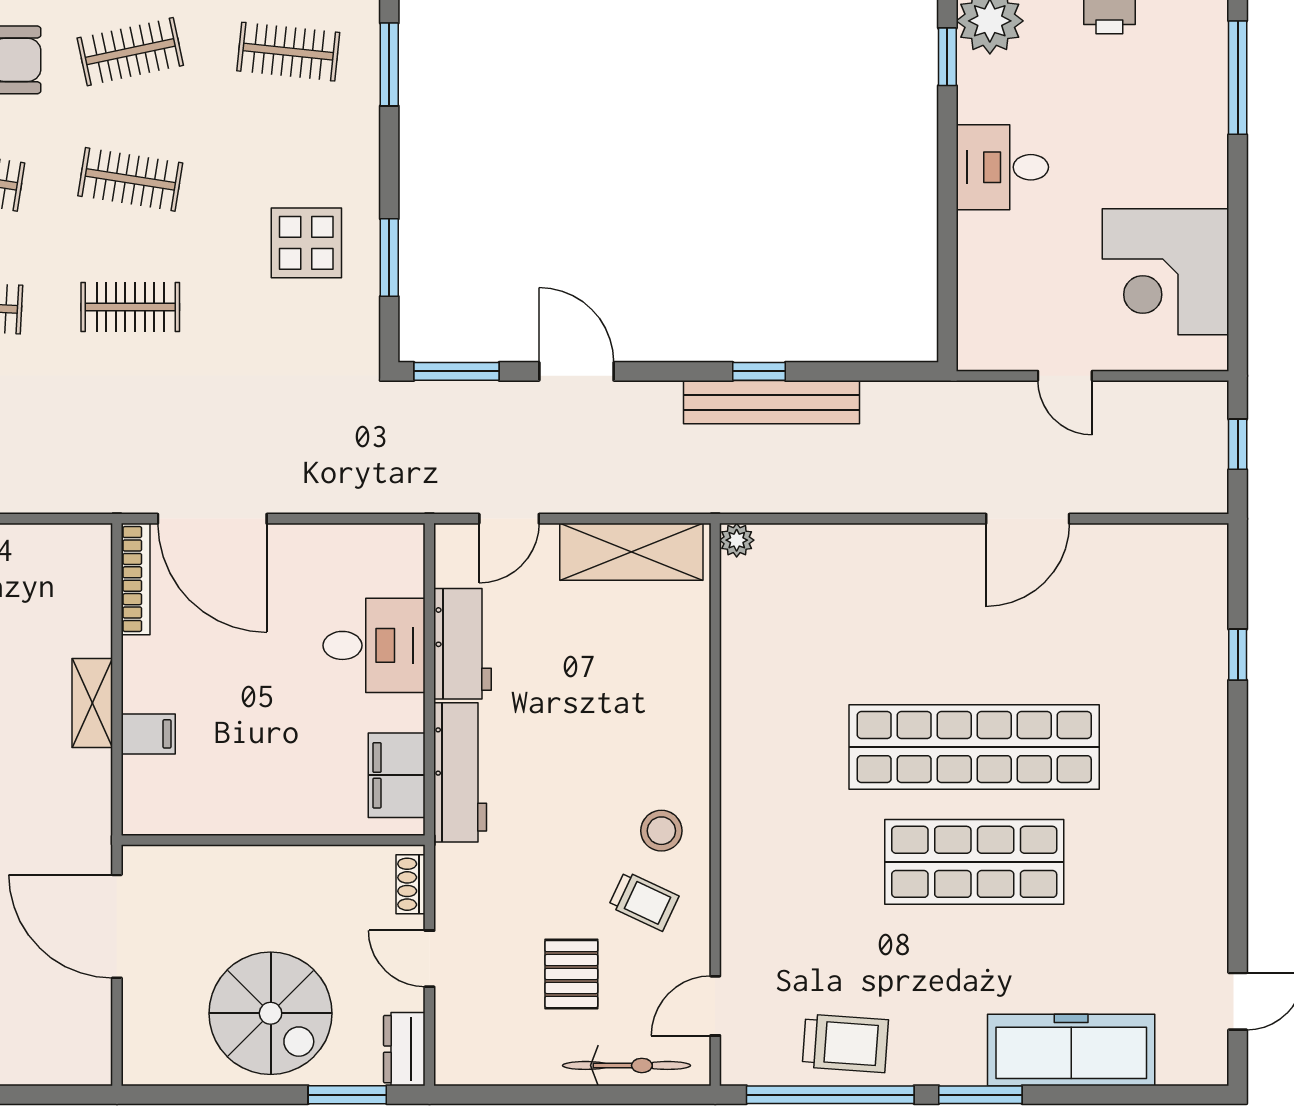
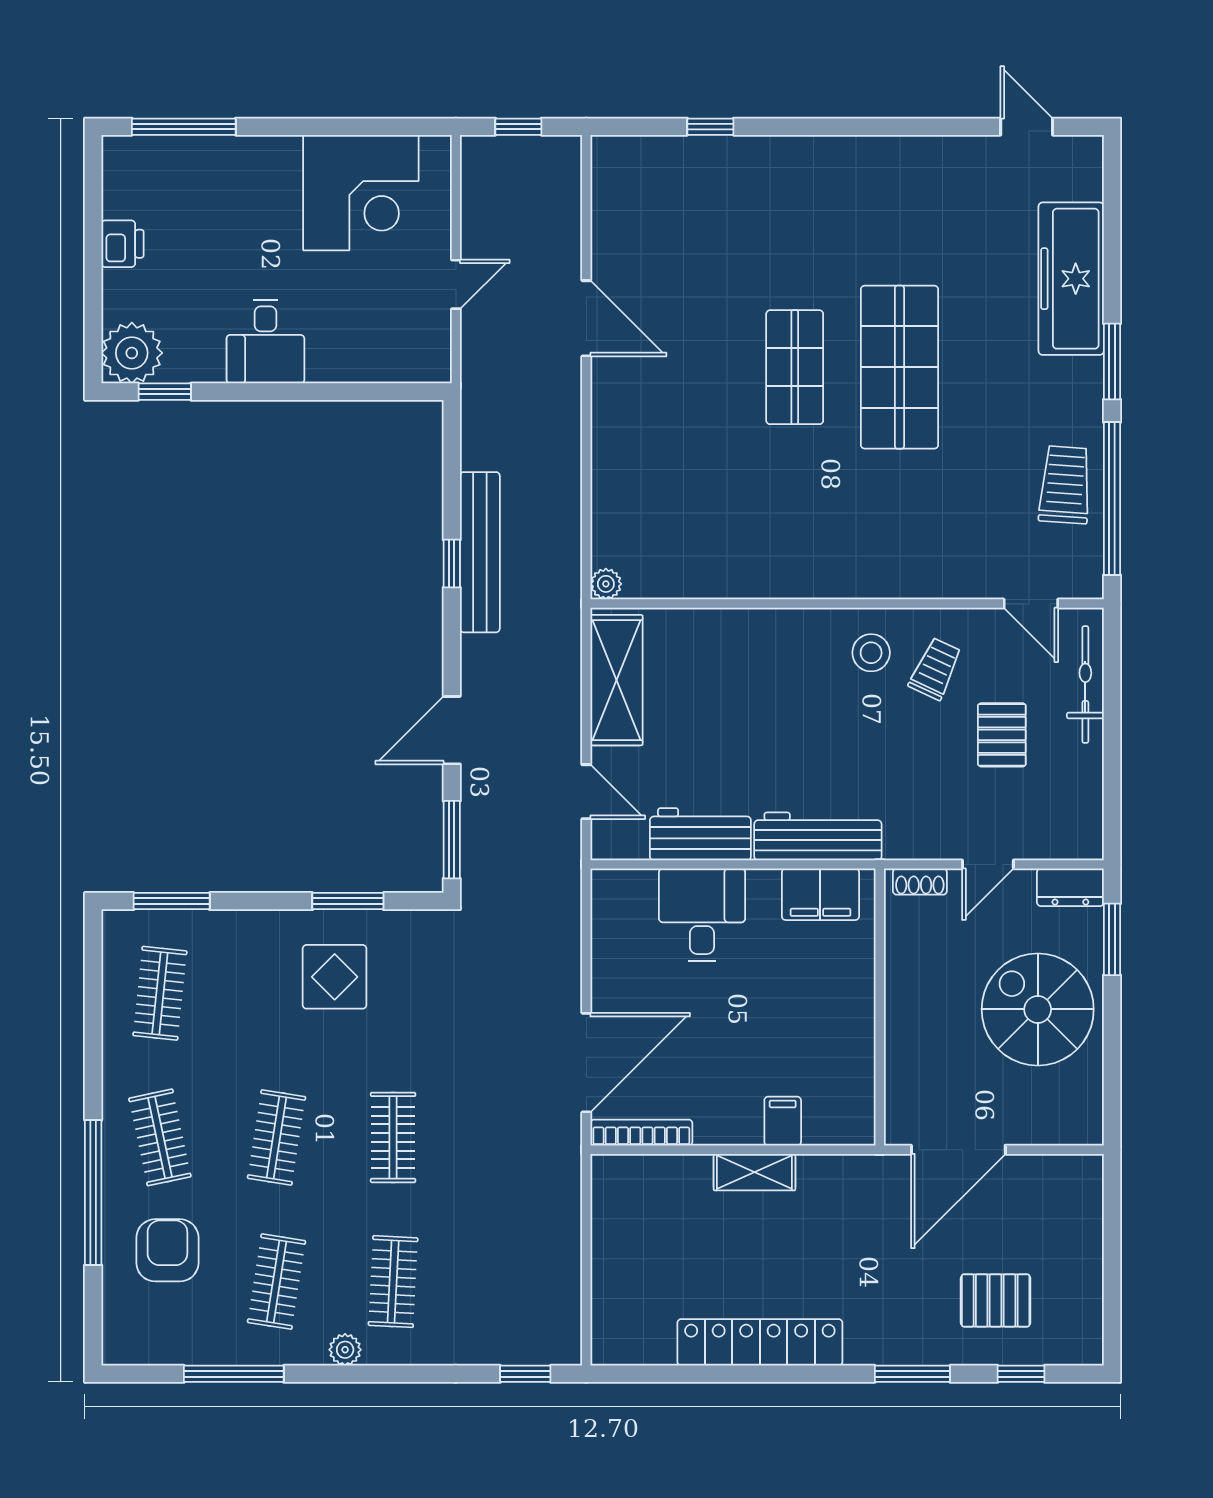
shop shelf: (974, 747) -> (795, 367), width x0.50, depth x0.74
pallet: (571, 974) -> (1002, 735), turned 90
spiral stairs: (271, 1013) -> (1038, 1009), turned -90

